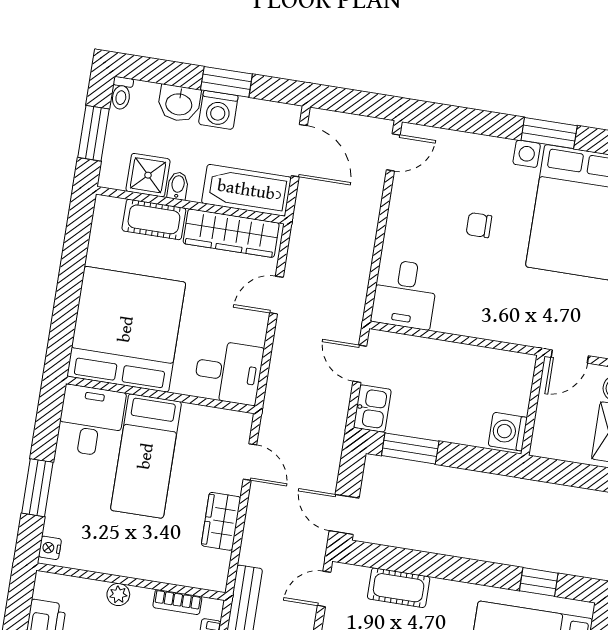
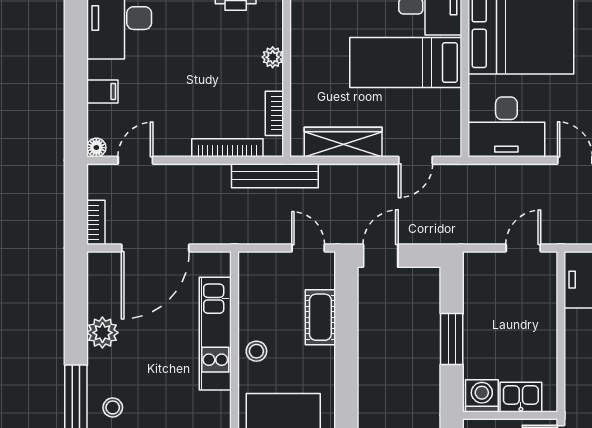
desk: (228, 372) -> (506, 127), width x1.37
kitchen sink: (372, 409) -> (521, 397), moved, turned 180
window: (410, 448) -> (452, 339), moved
wardrobe: (221, 521) -> (343, 142), width x1.50

